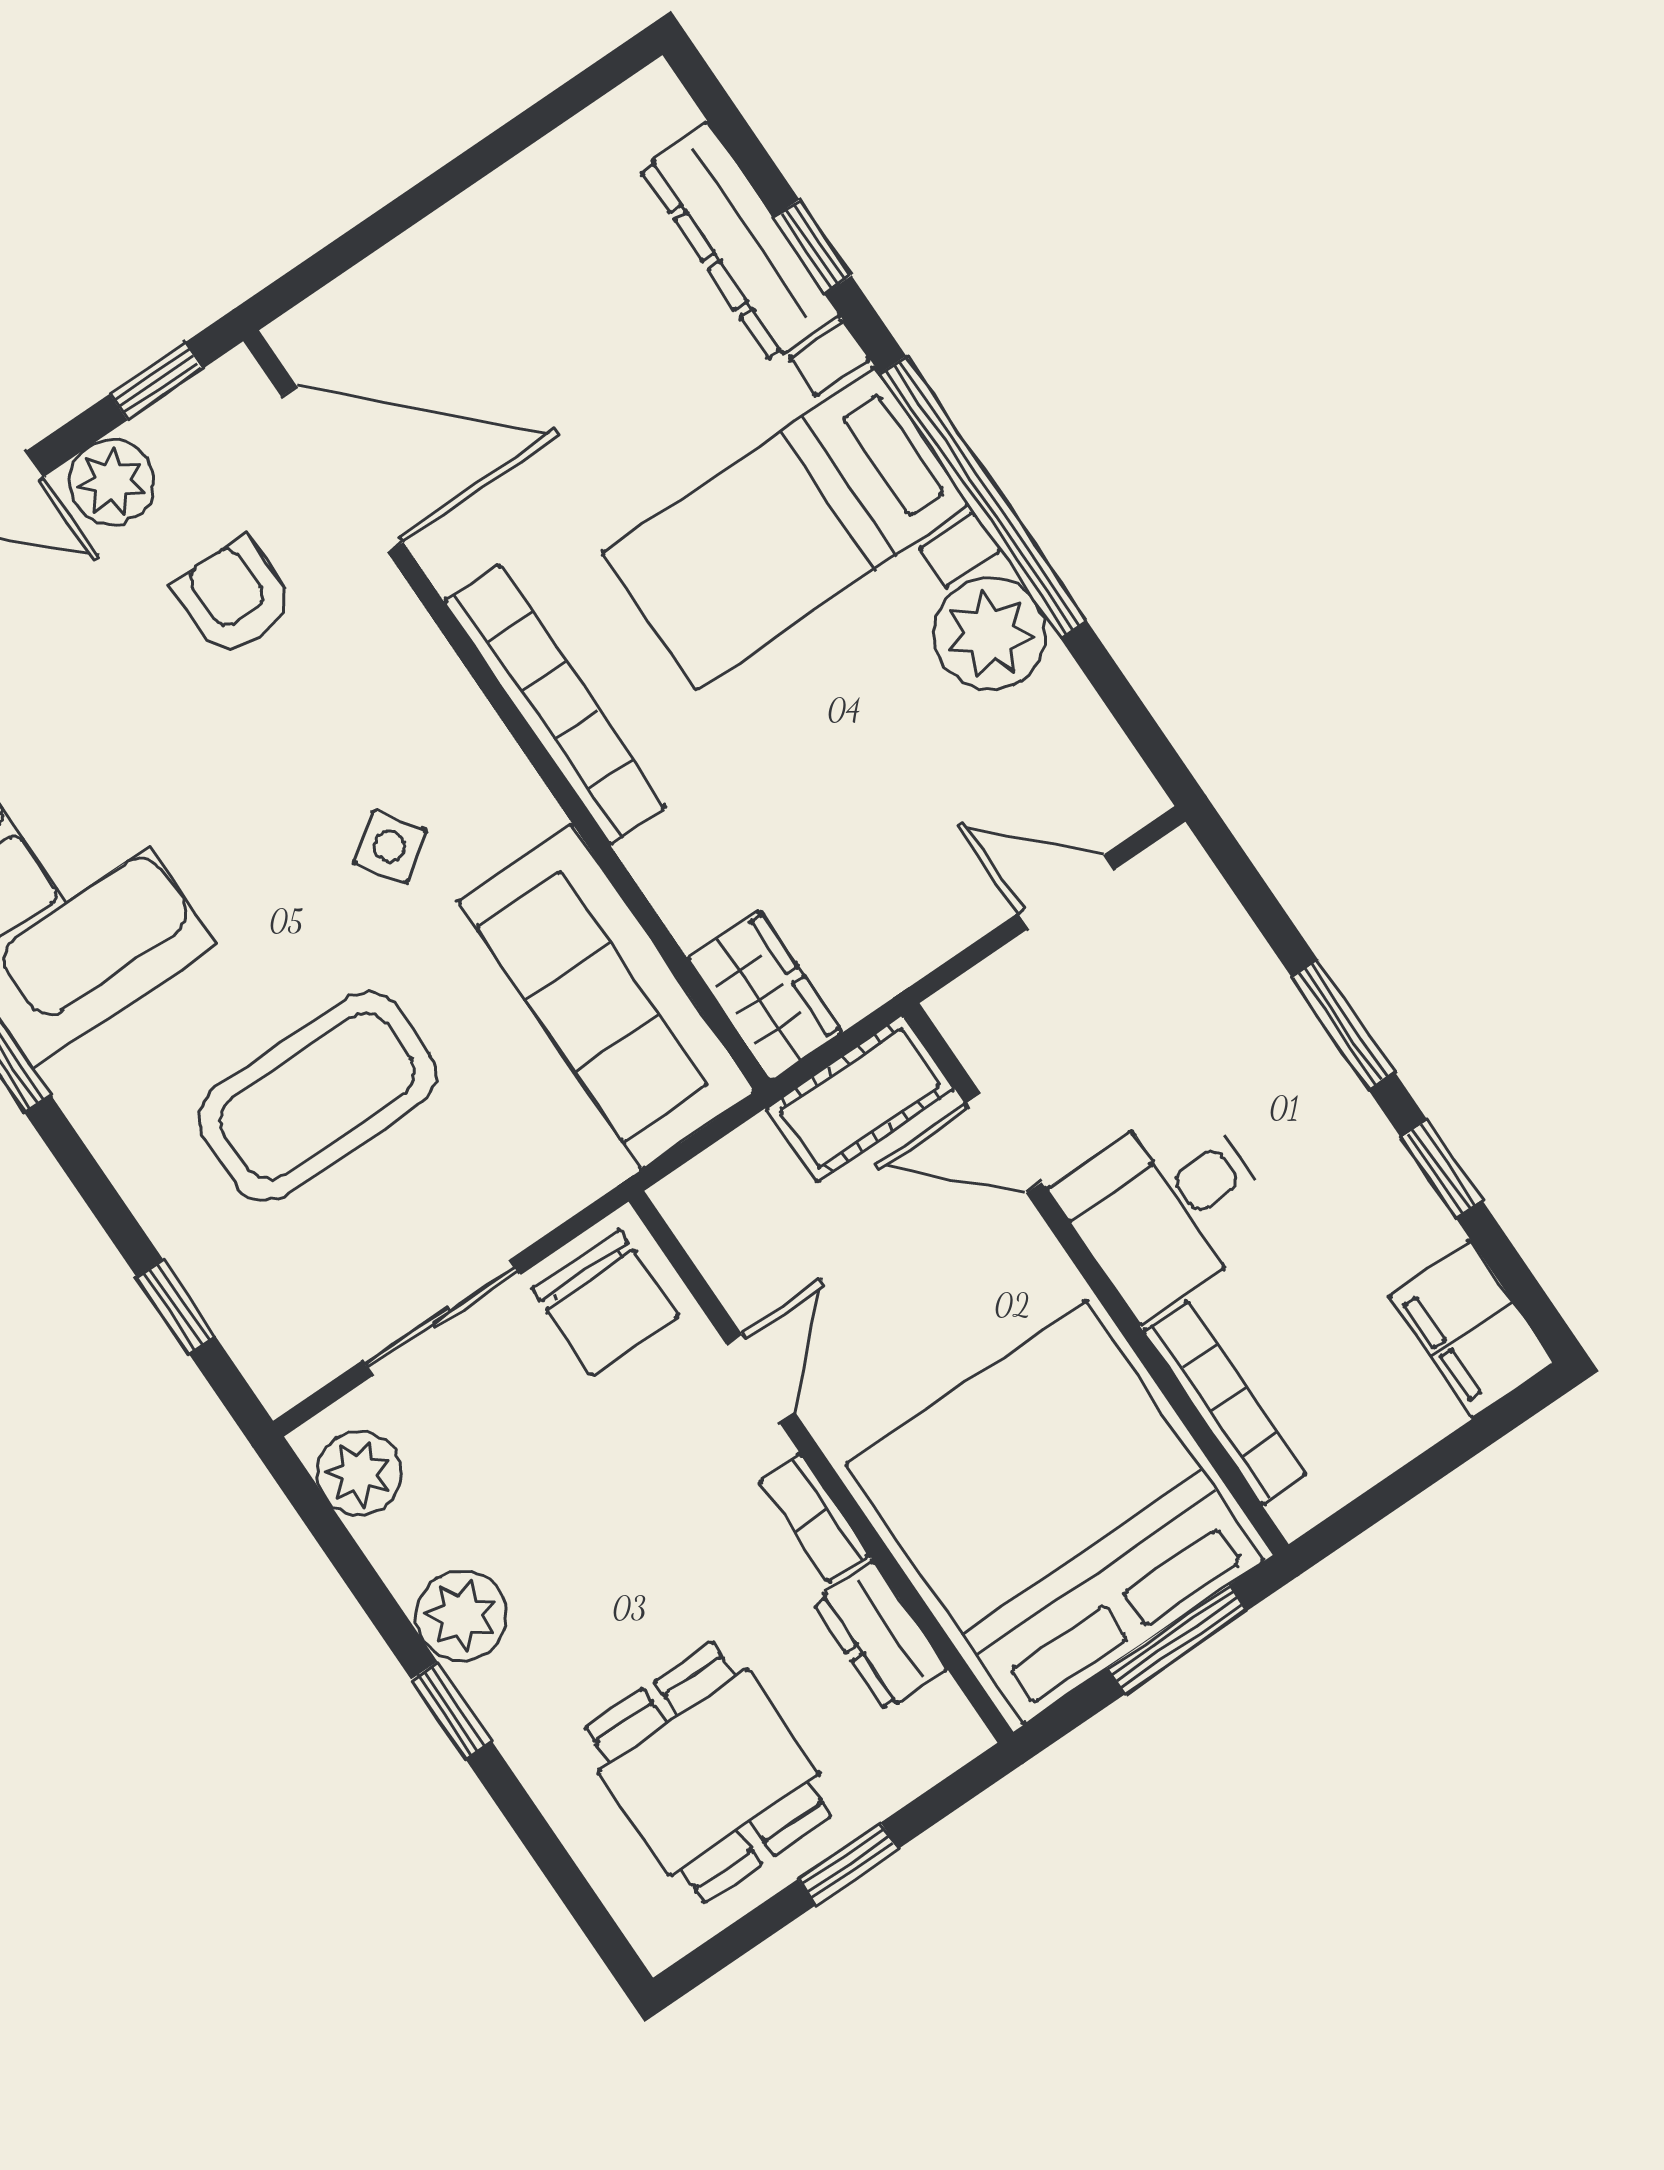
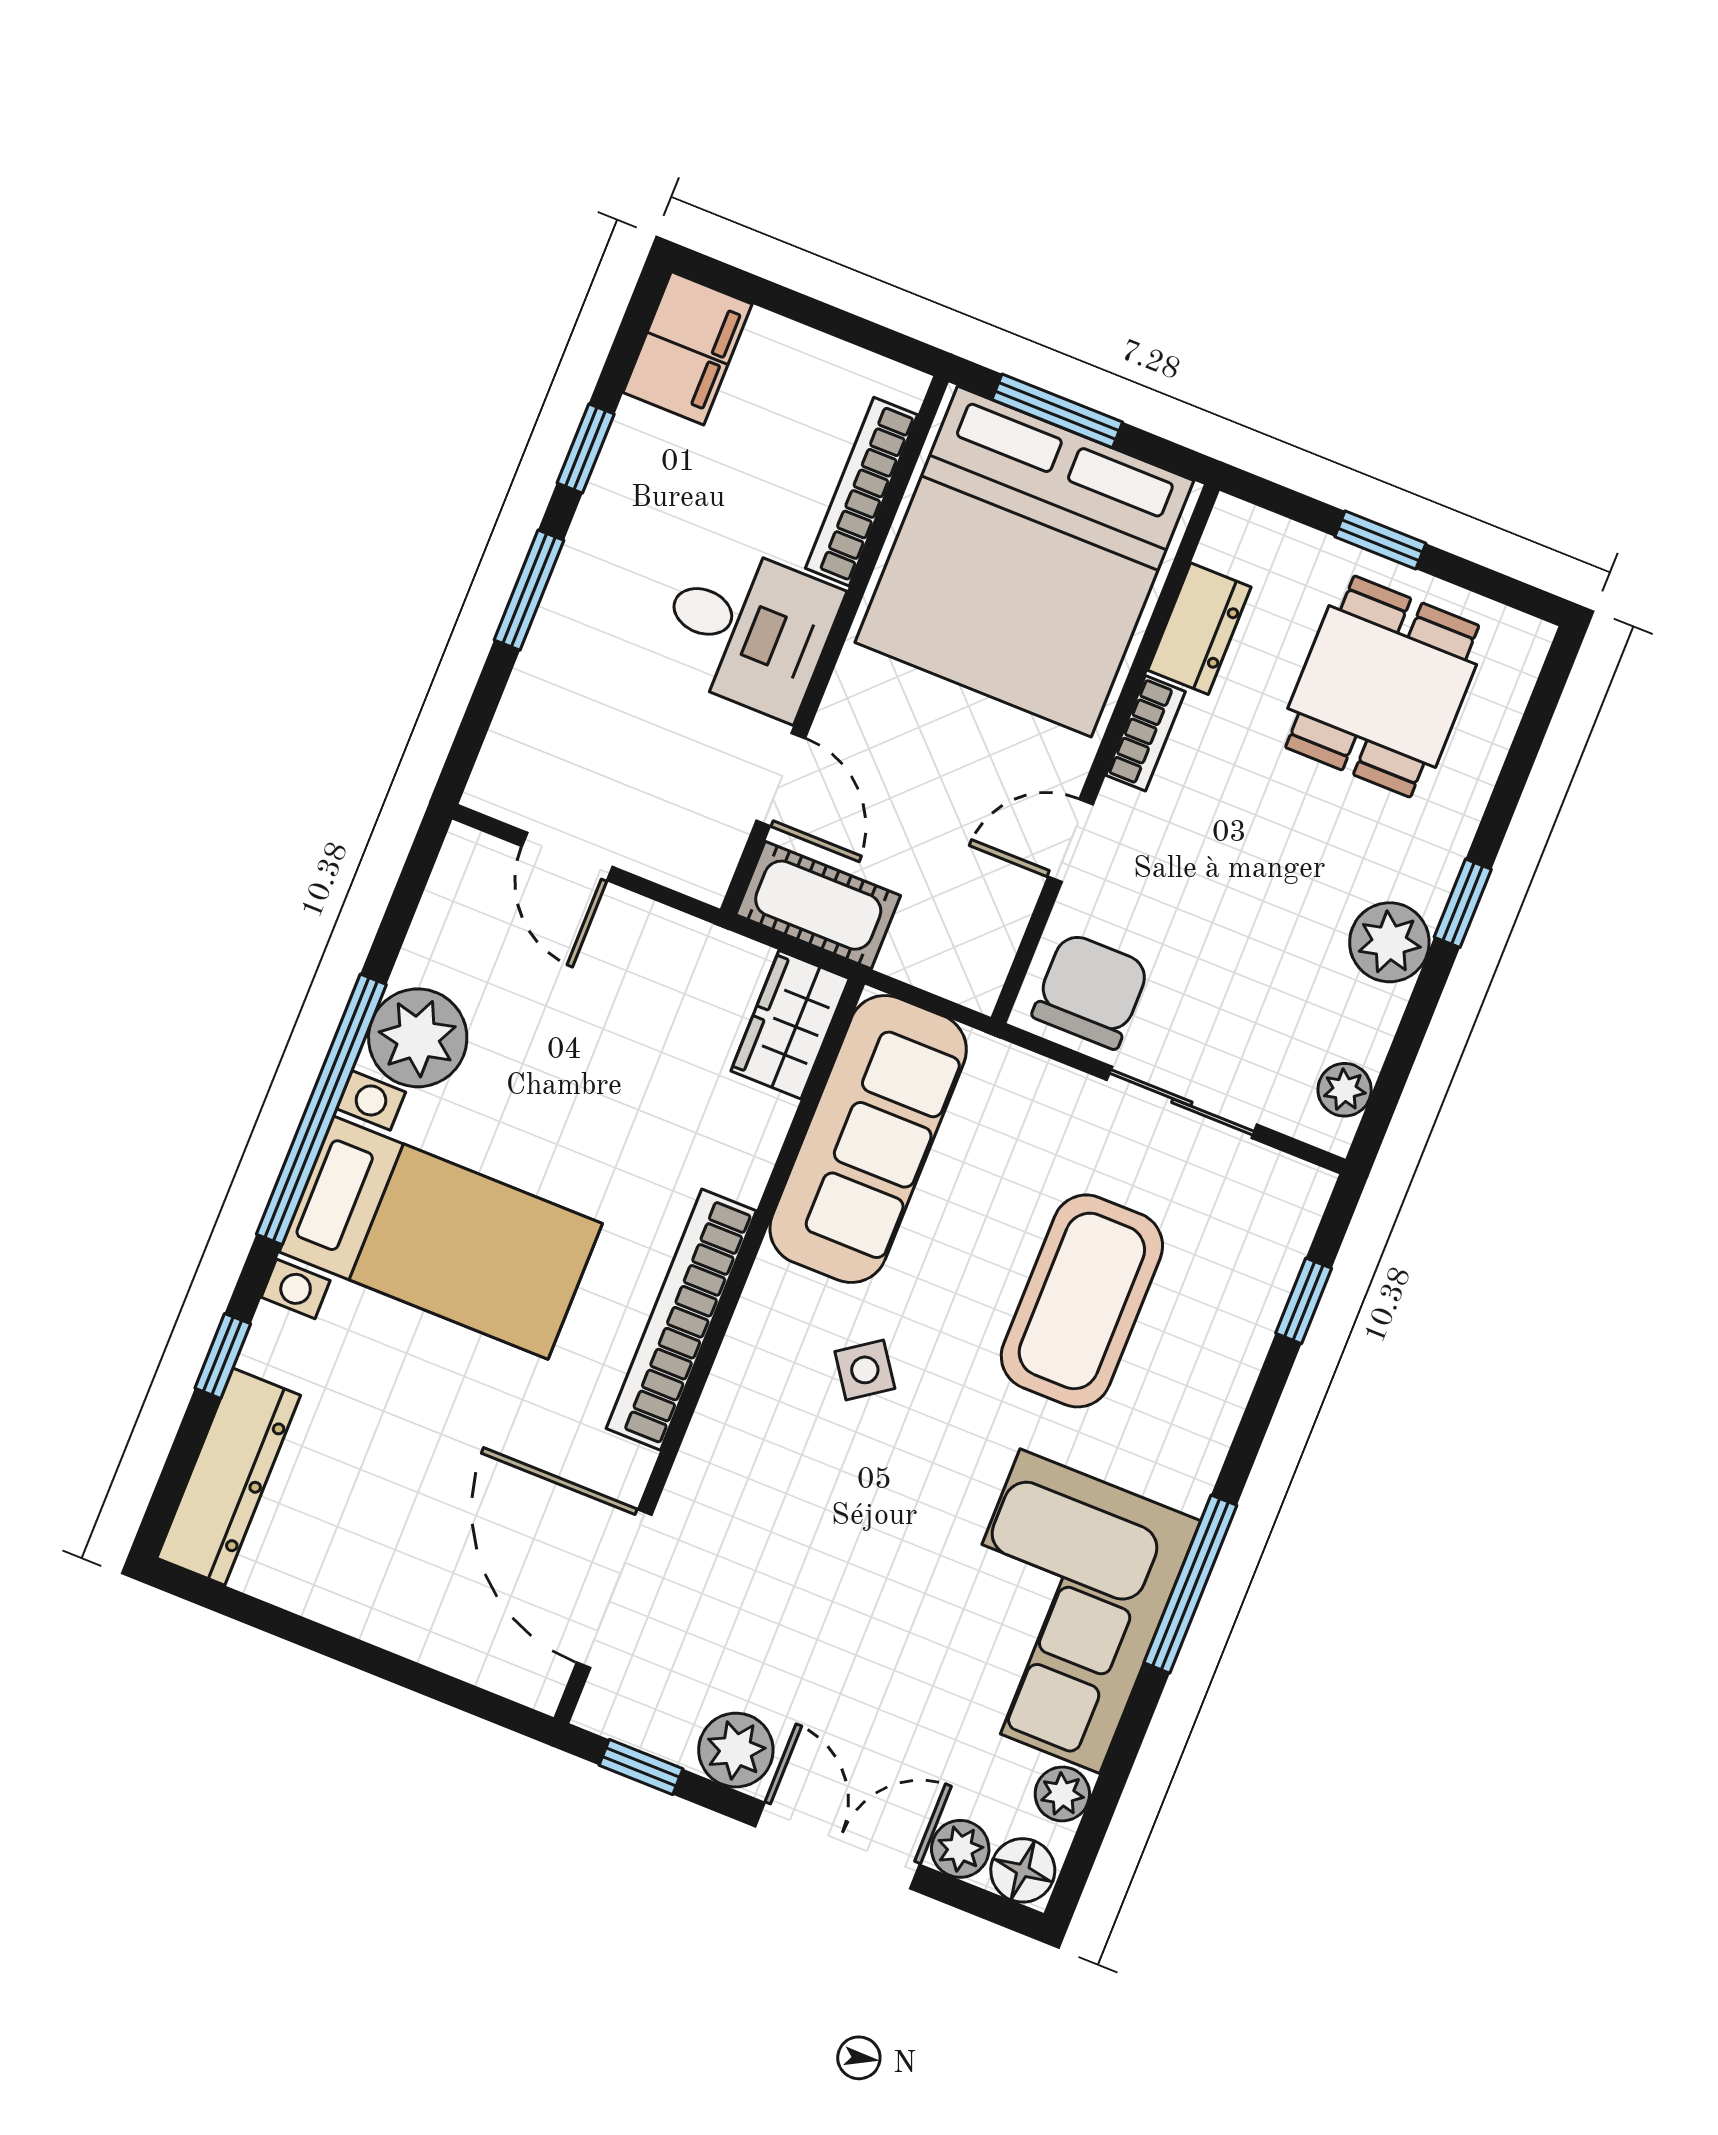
dresser: (739, 242) -> (229, 1477), moved
armchair: (234, 598) -> (760, 1604), removed
coffee table: (317, 1096) -> (1082, 1301), turned 90
plant: (359, 1473) -> (1345, 1090), width x0.73, depth x0.73

